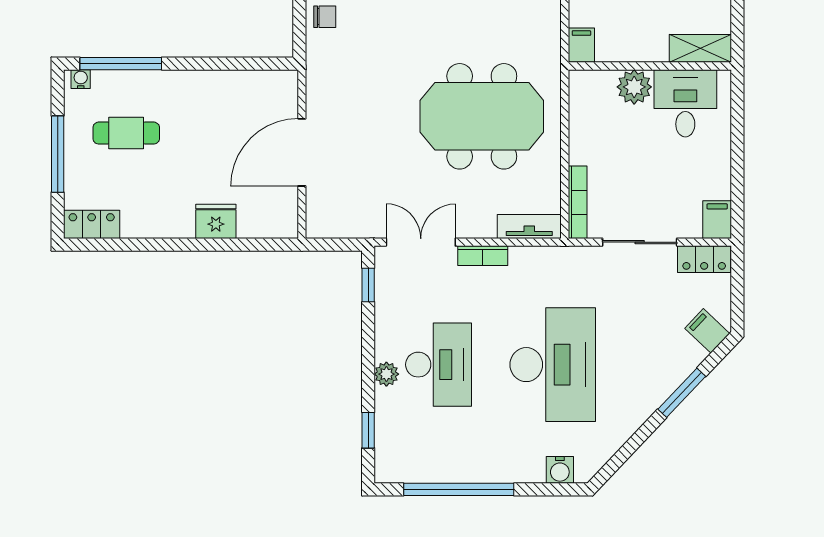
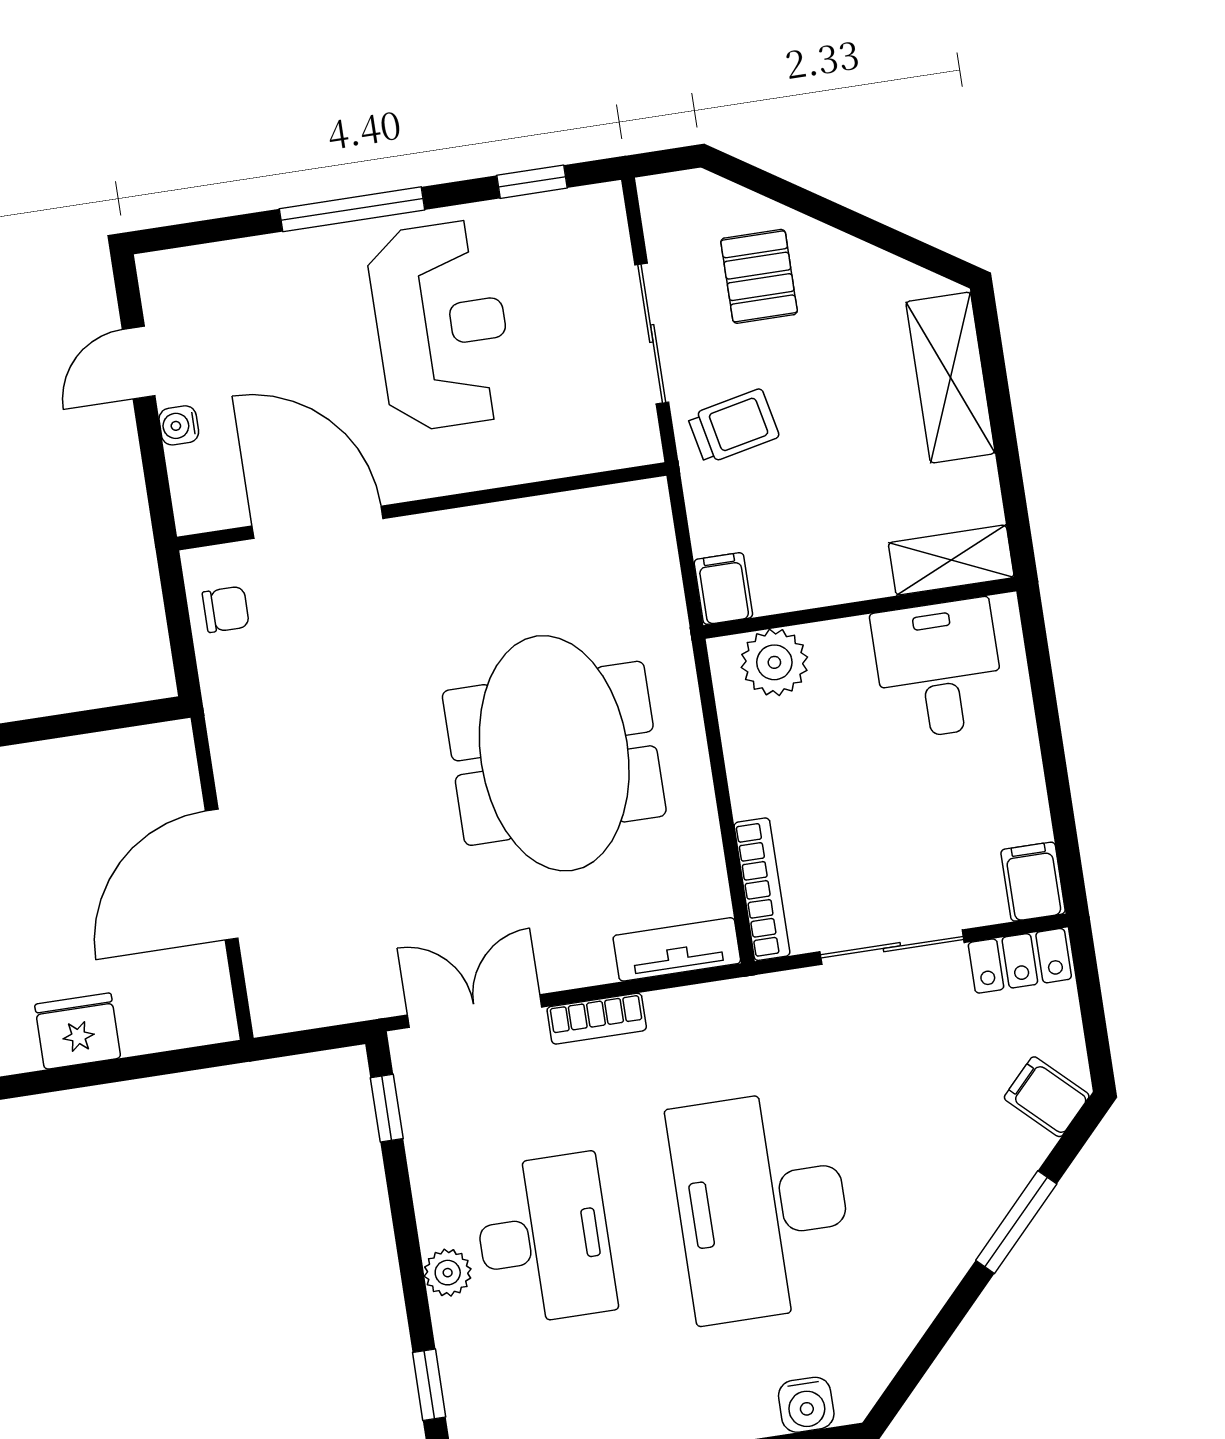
plant: (634, 87) -> (774, 662), moved
meeting table: (482, 116) -> (554, 753), turned 90
desk: (553, 365) -> (762, 1206), turned 180

